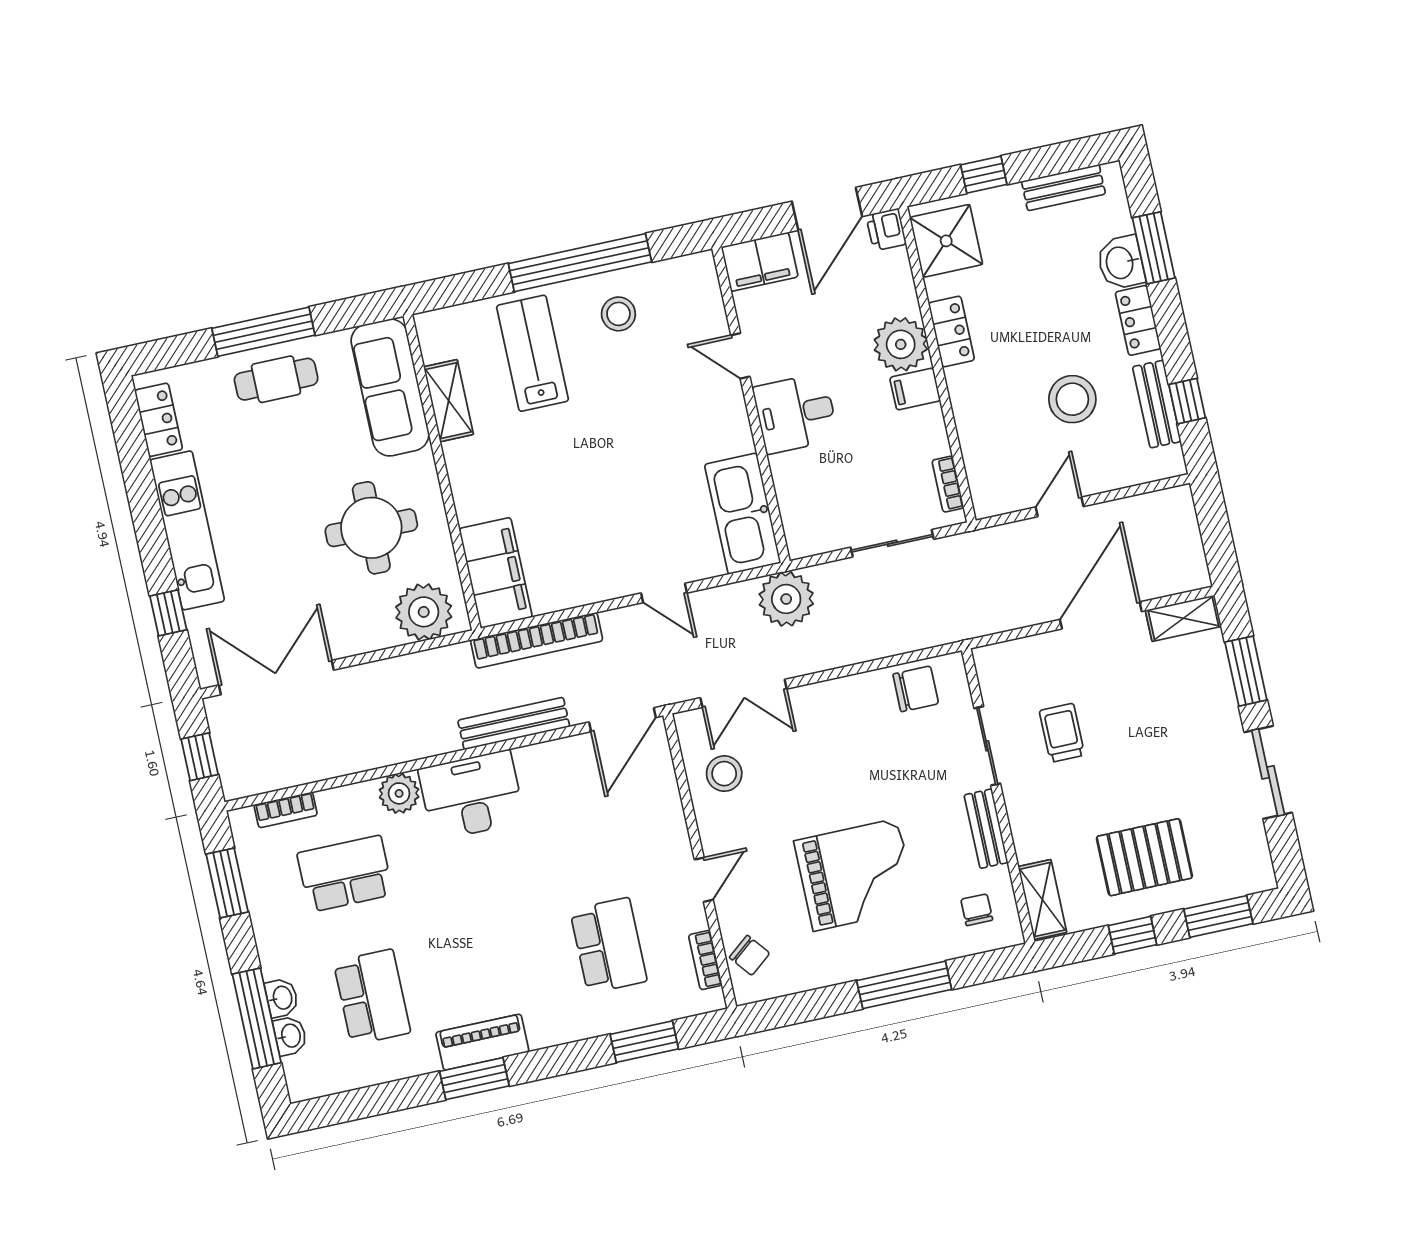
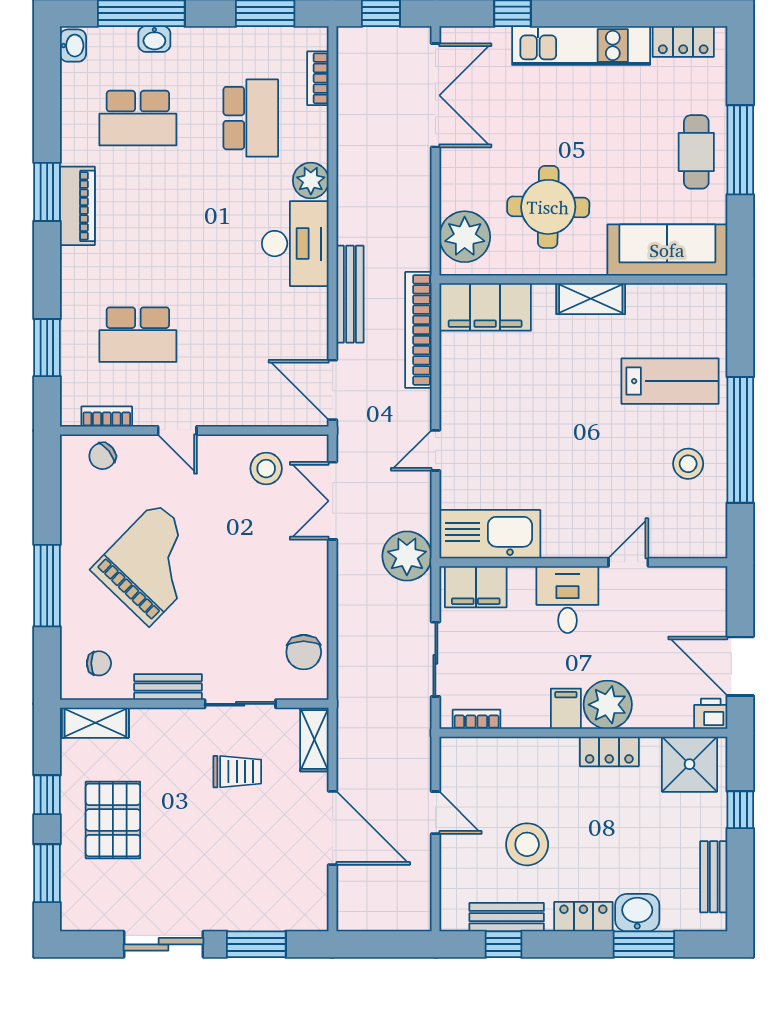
filing cabinet: (760, 262) -> (476, 587), moved, turned -90
shelving: (449, 401) -> (591, 299), moved
shelving: (1183, 618) -> (314, 739), moved
grand piano: (855, 875) -> (153, 564), turned -136
washbasin: (290, 1036) -> (73, 46), moved, turned -90

